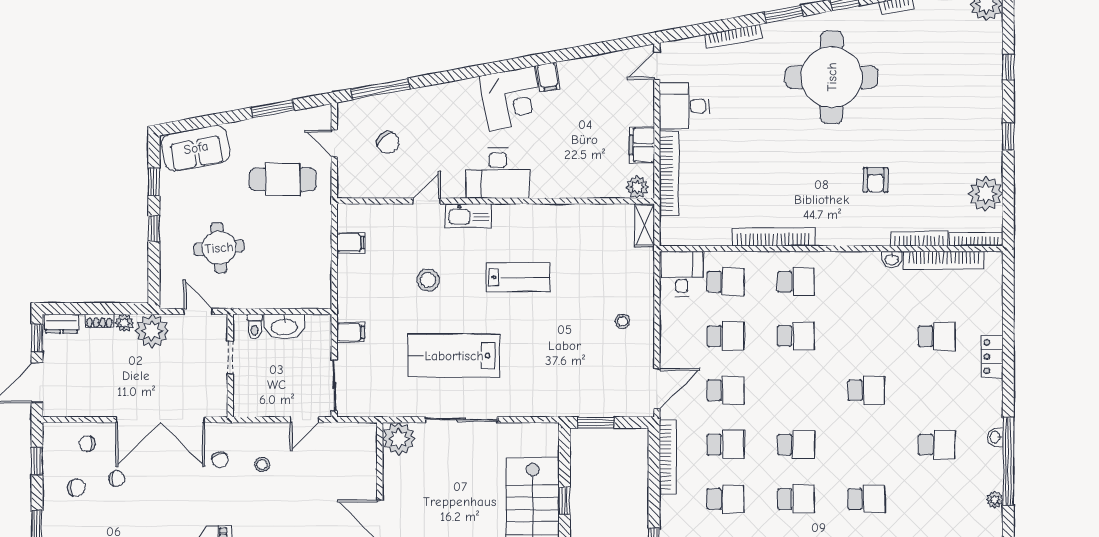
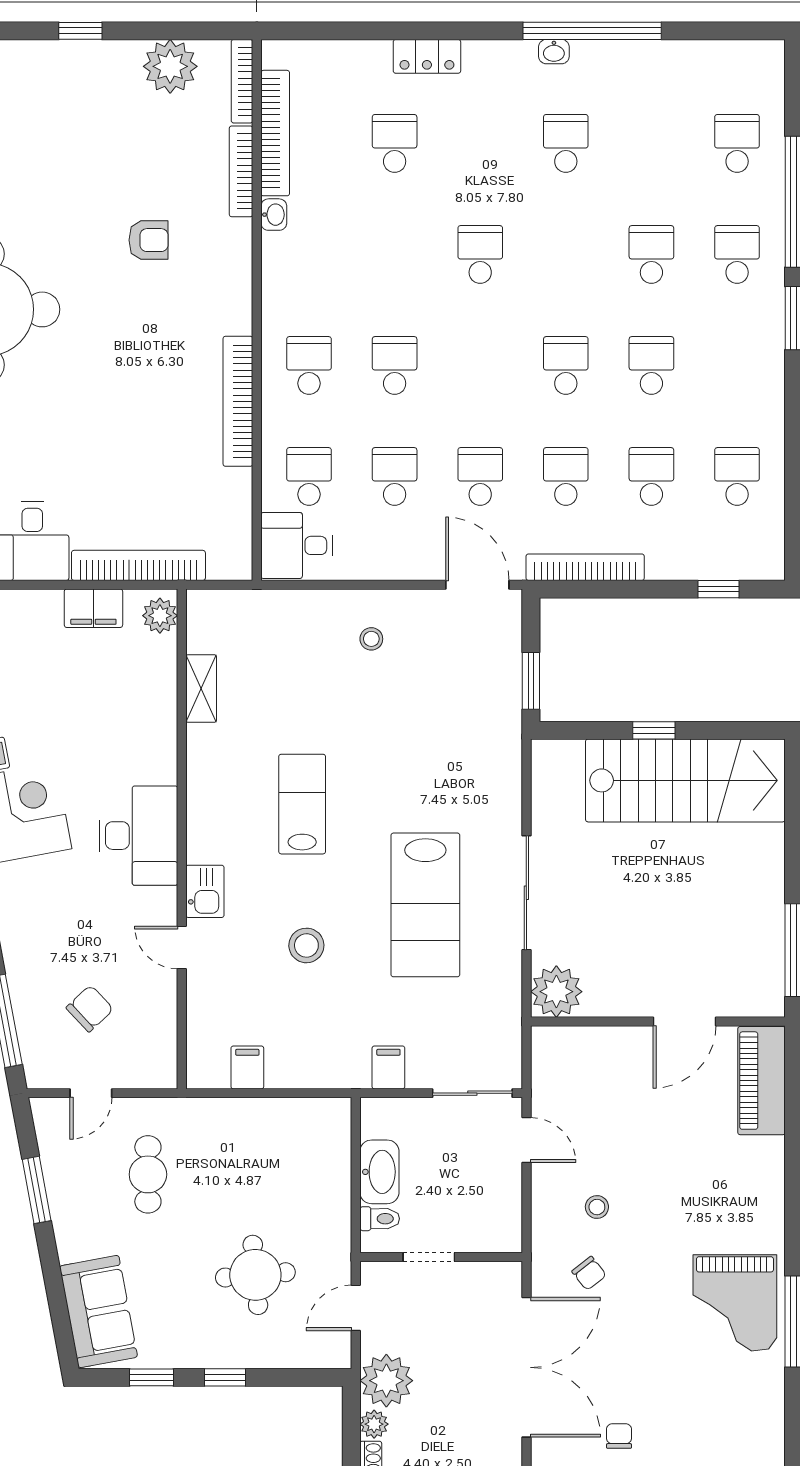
cafe table: (283, 180) -> (148, 1174), width x0.73, depth x0.74
kitchen sink: (469, 216) -> (205, 891), width x0.73
shelving: (645, 225) -> (201, 689), moved, turned 90
chair: (220, 459) -> (589, 1273), turned 72
plant: (995, 500) -> (652, 52), removed

